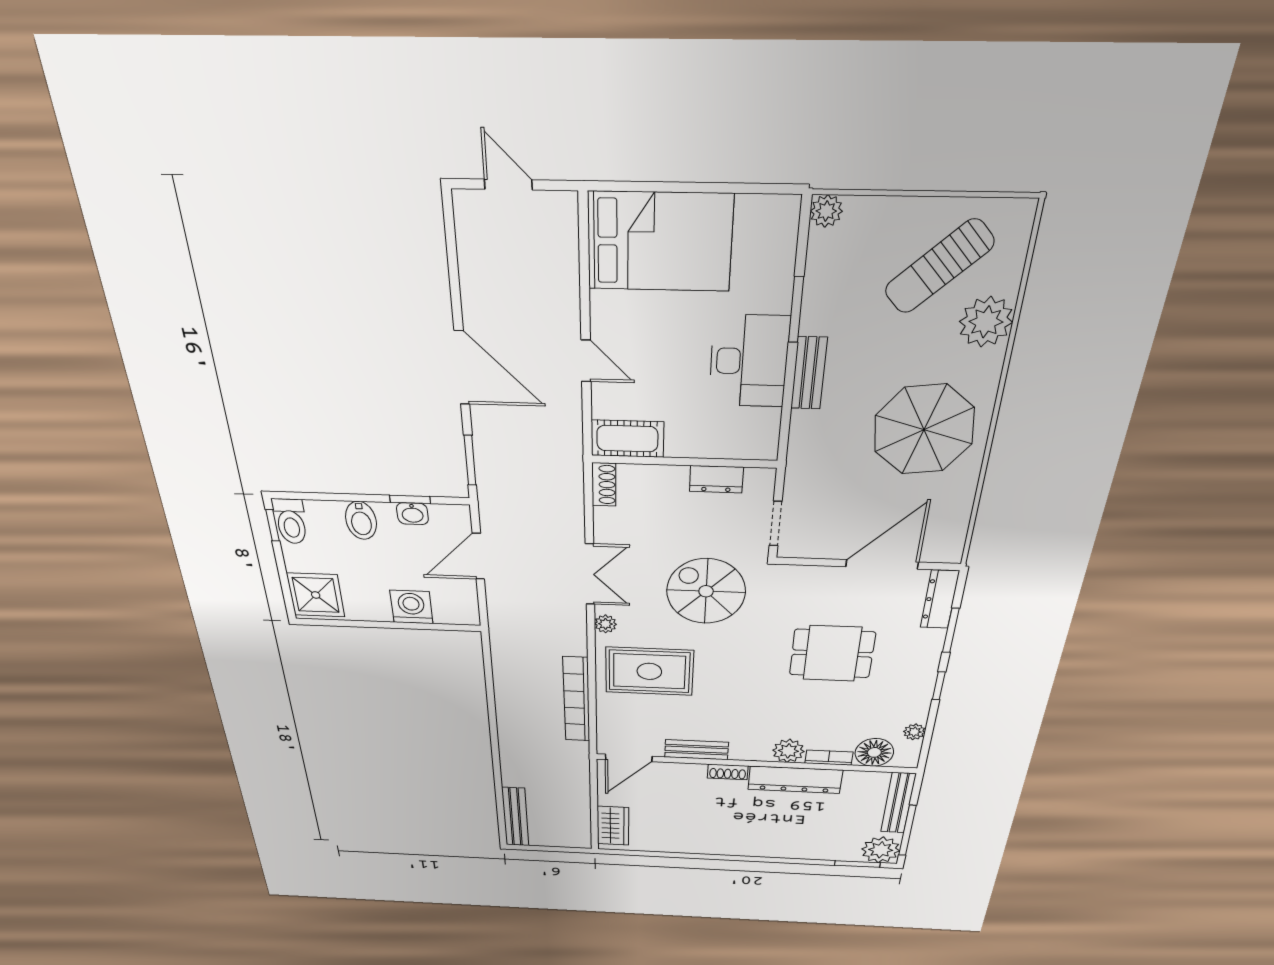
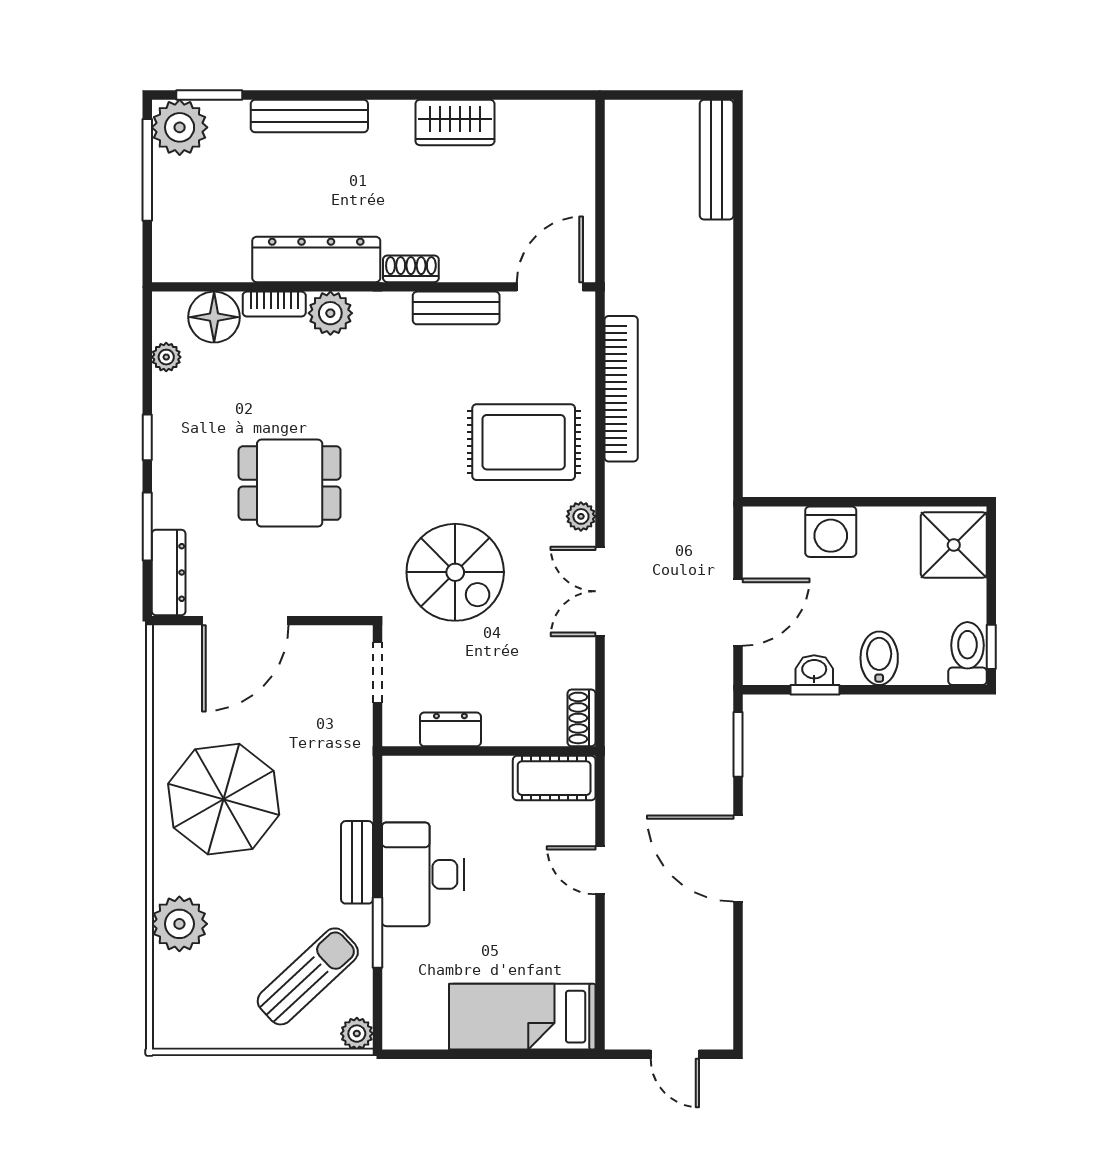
bed: (660, 242) -> (522, 1017), width x0.67
sun lounger: (939, 267) -> (308, 976), moved
bench: (898, 803) -> (309, 116), moved, turned 90
wardrobe: (613, 826) -> (455, 122), moved, turned -90

